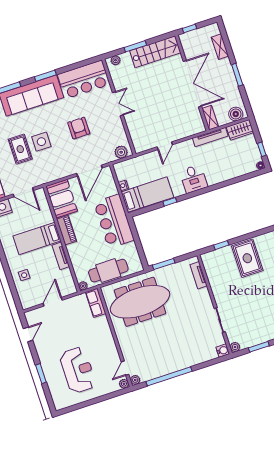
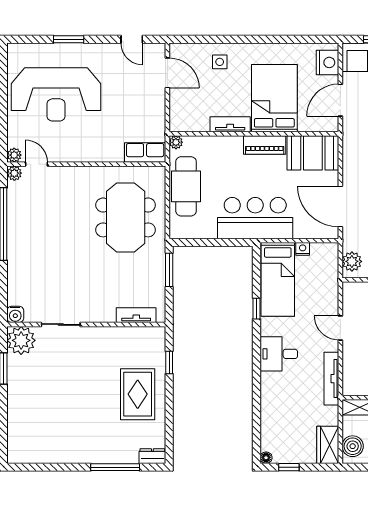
tv unit: (210, 137) -> (331, 379), moved
bed: (37, 238) -> (274, 98), width x1.50
rug: (247, 258) -> (138, 394), turned 90
door: (53, 302) -> (167, 73), moved
meeting table: (140, 302) -> (126, 217), width x0.73
plant: (235, 347) -> (21, 340), width x1.87, depth x1.87
reception desk: (78, 370) -> (56, 94), width x1.36, depth x1.30

